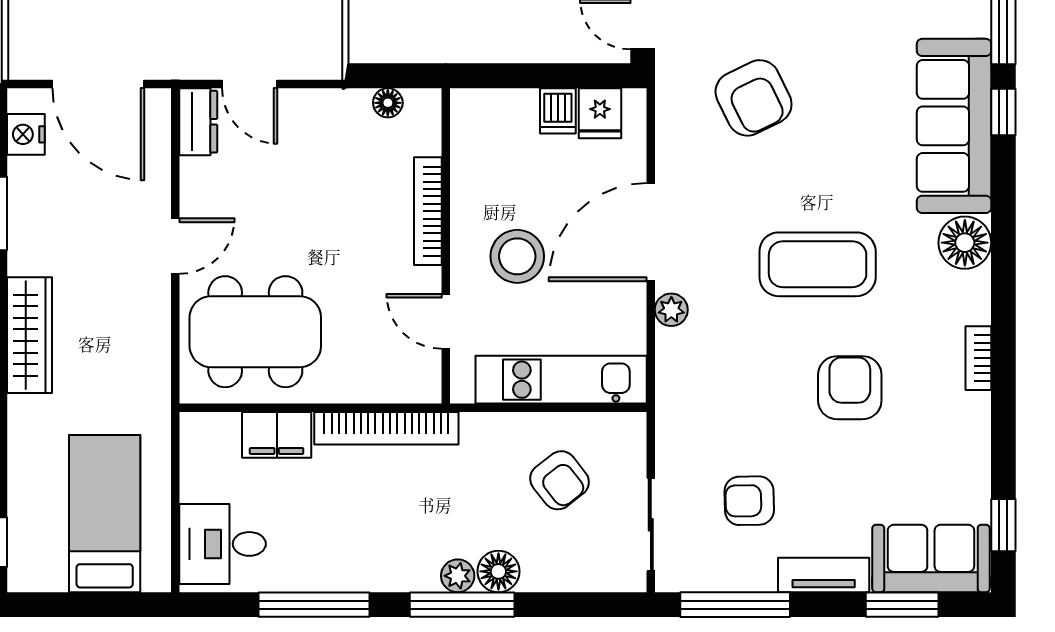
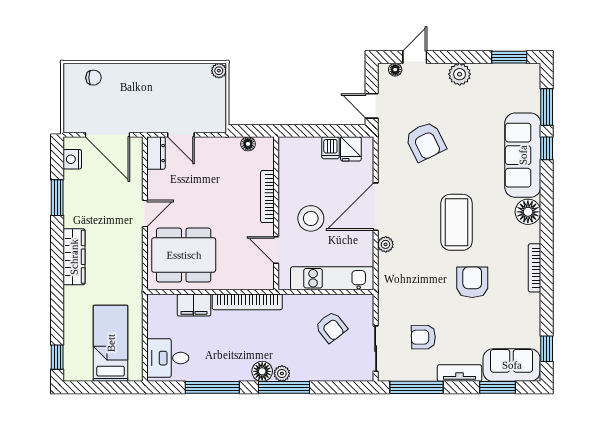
coffee table: (818, 264) -> (457, 222), turned 90
bookcase: (978, 358) -> (535, 268), width x1.56
floor lamp: (498, 571) -> (262, 371), moved

